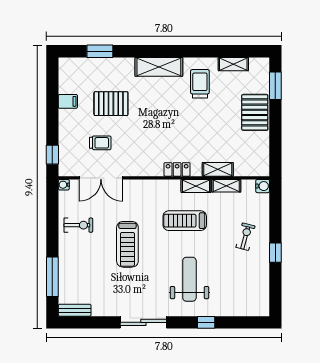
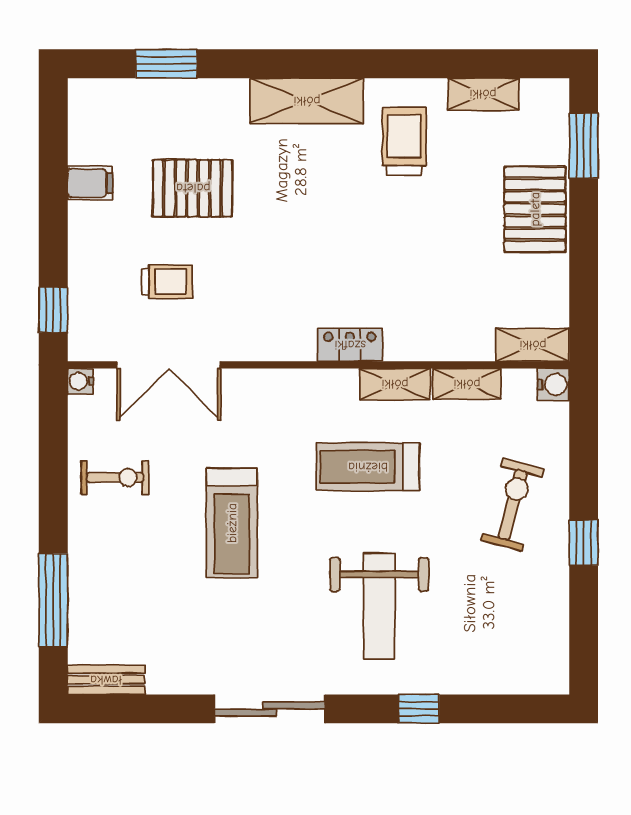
shelving: (218, 169) -> (533, 345), moved
exercise bike: (245, 237) -> (513, 505), width x1.38, depth x1.39
weight bench: (189, 279) -> (379, 606), turned 180

